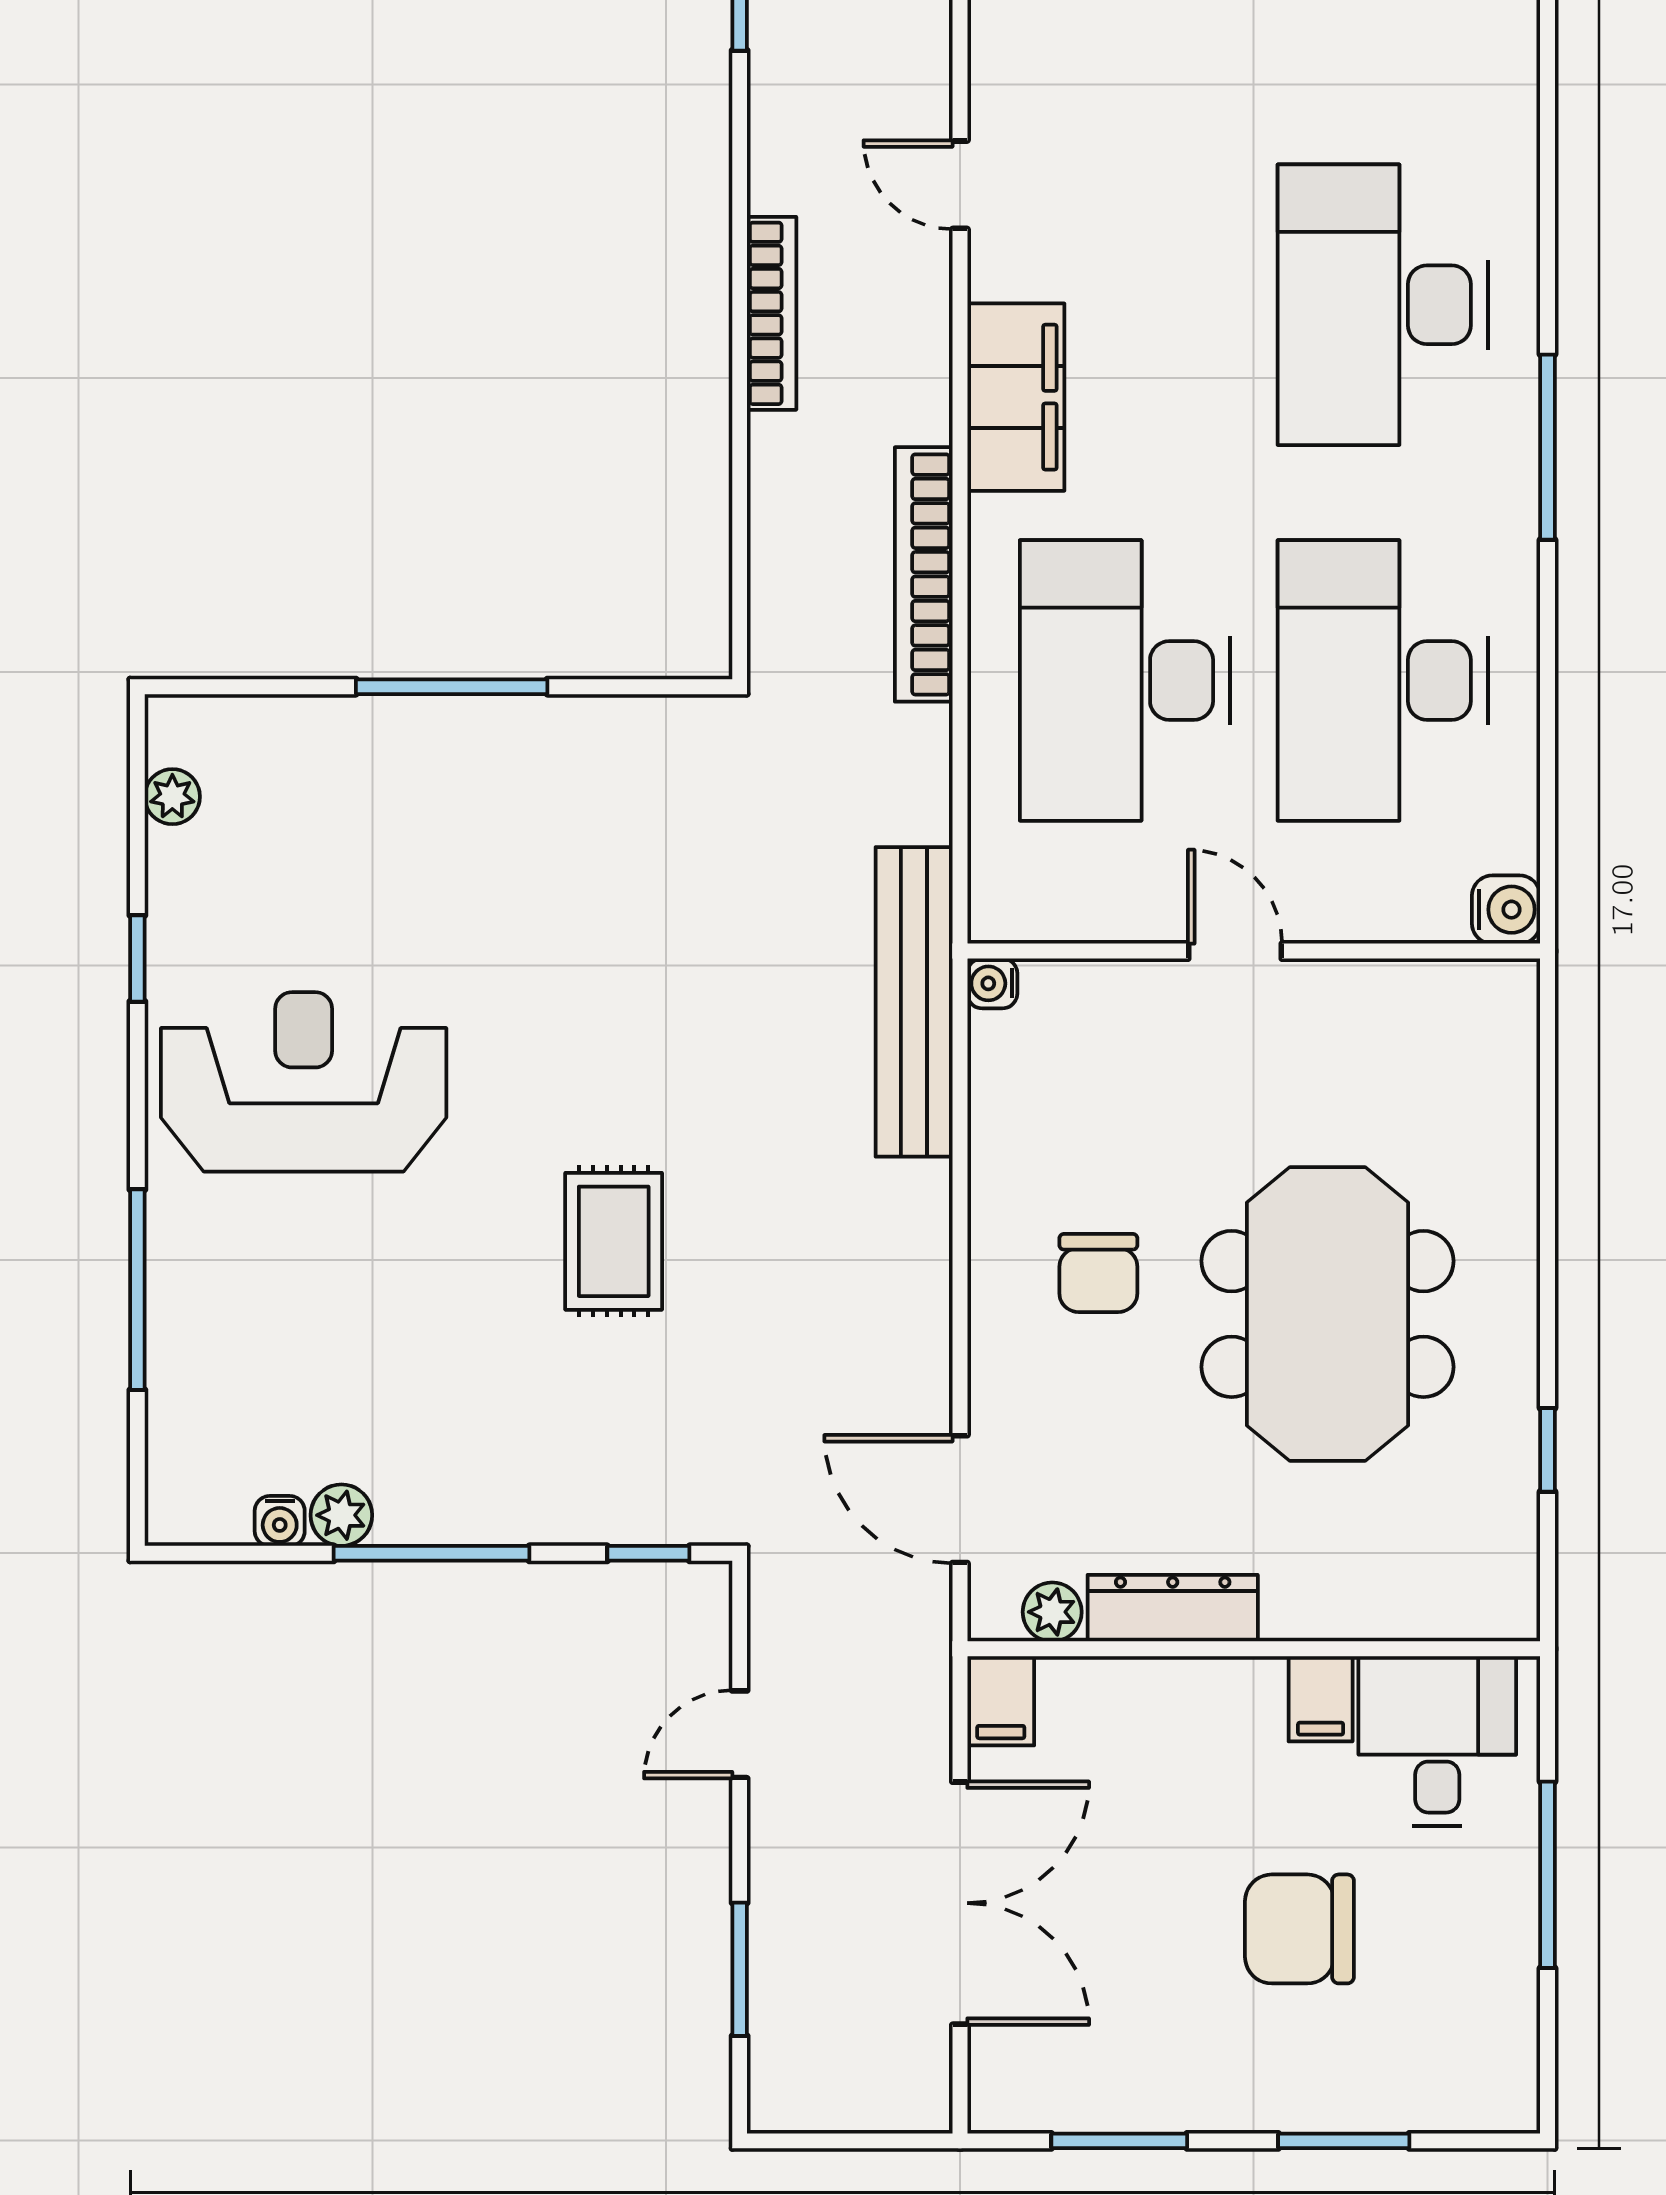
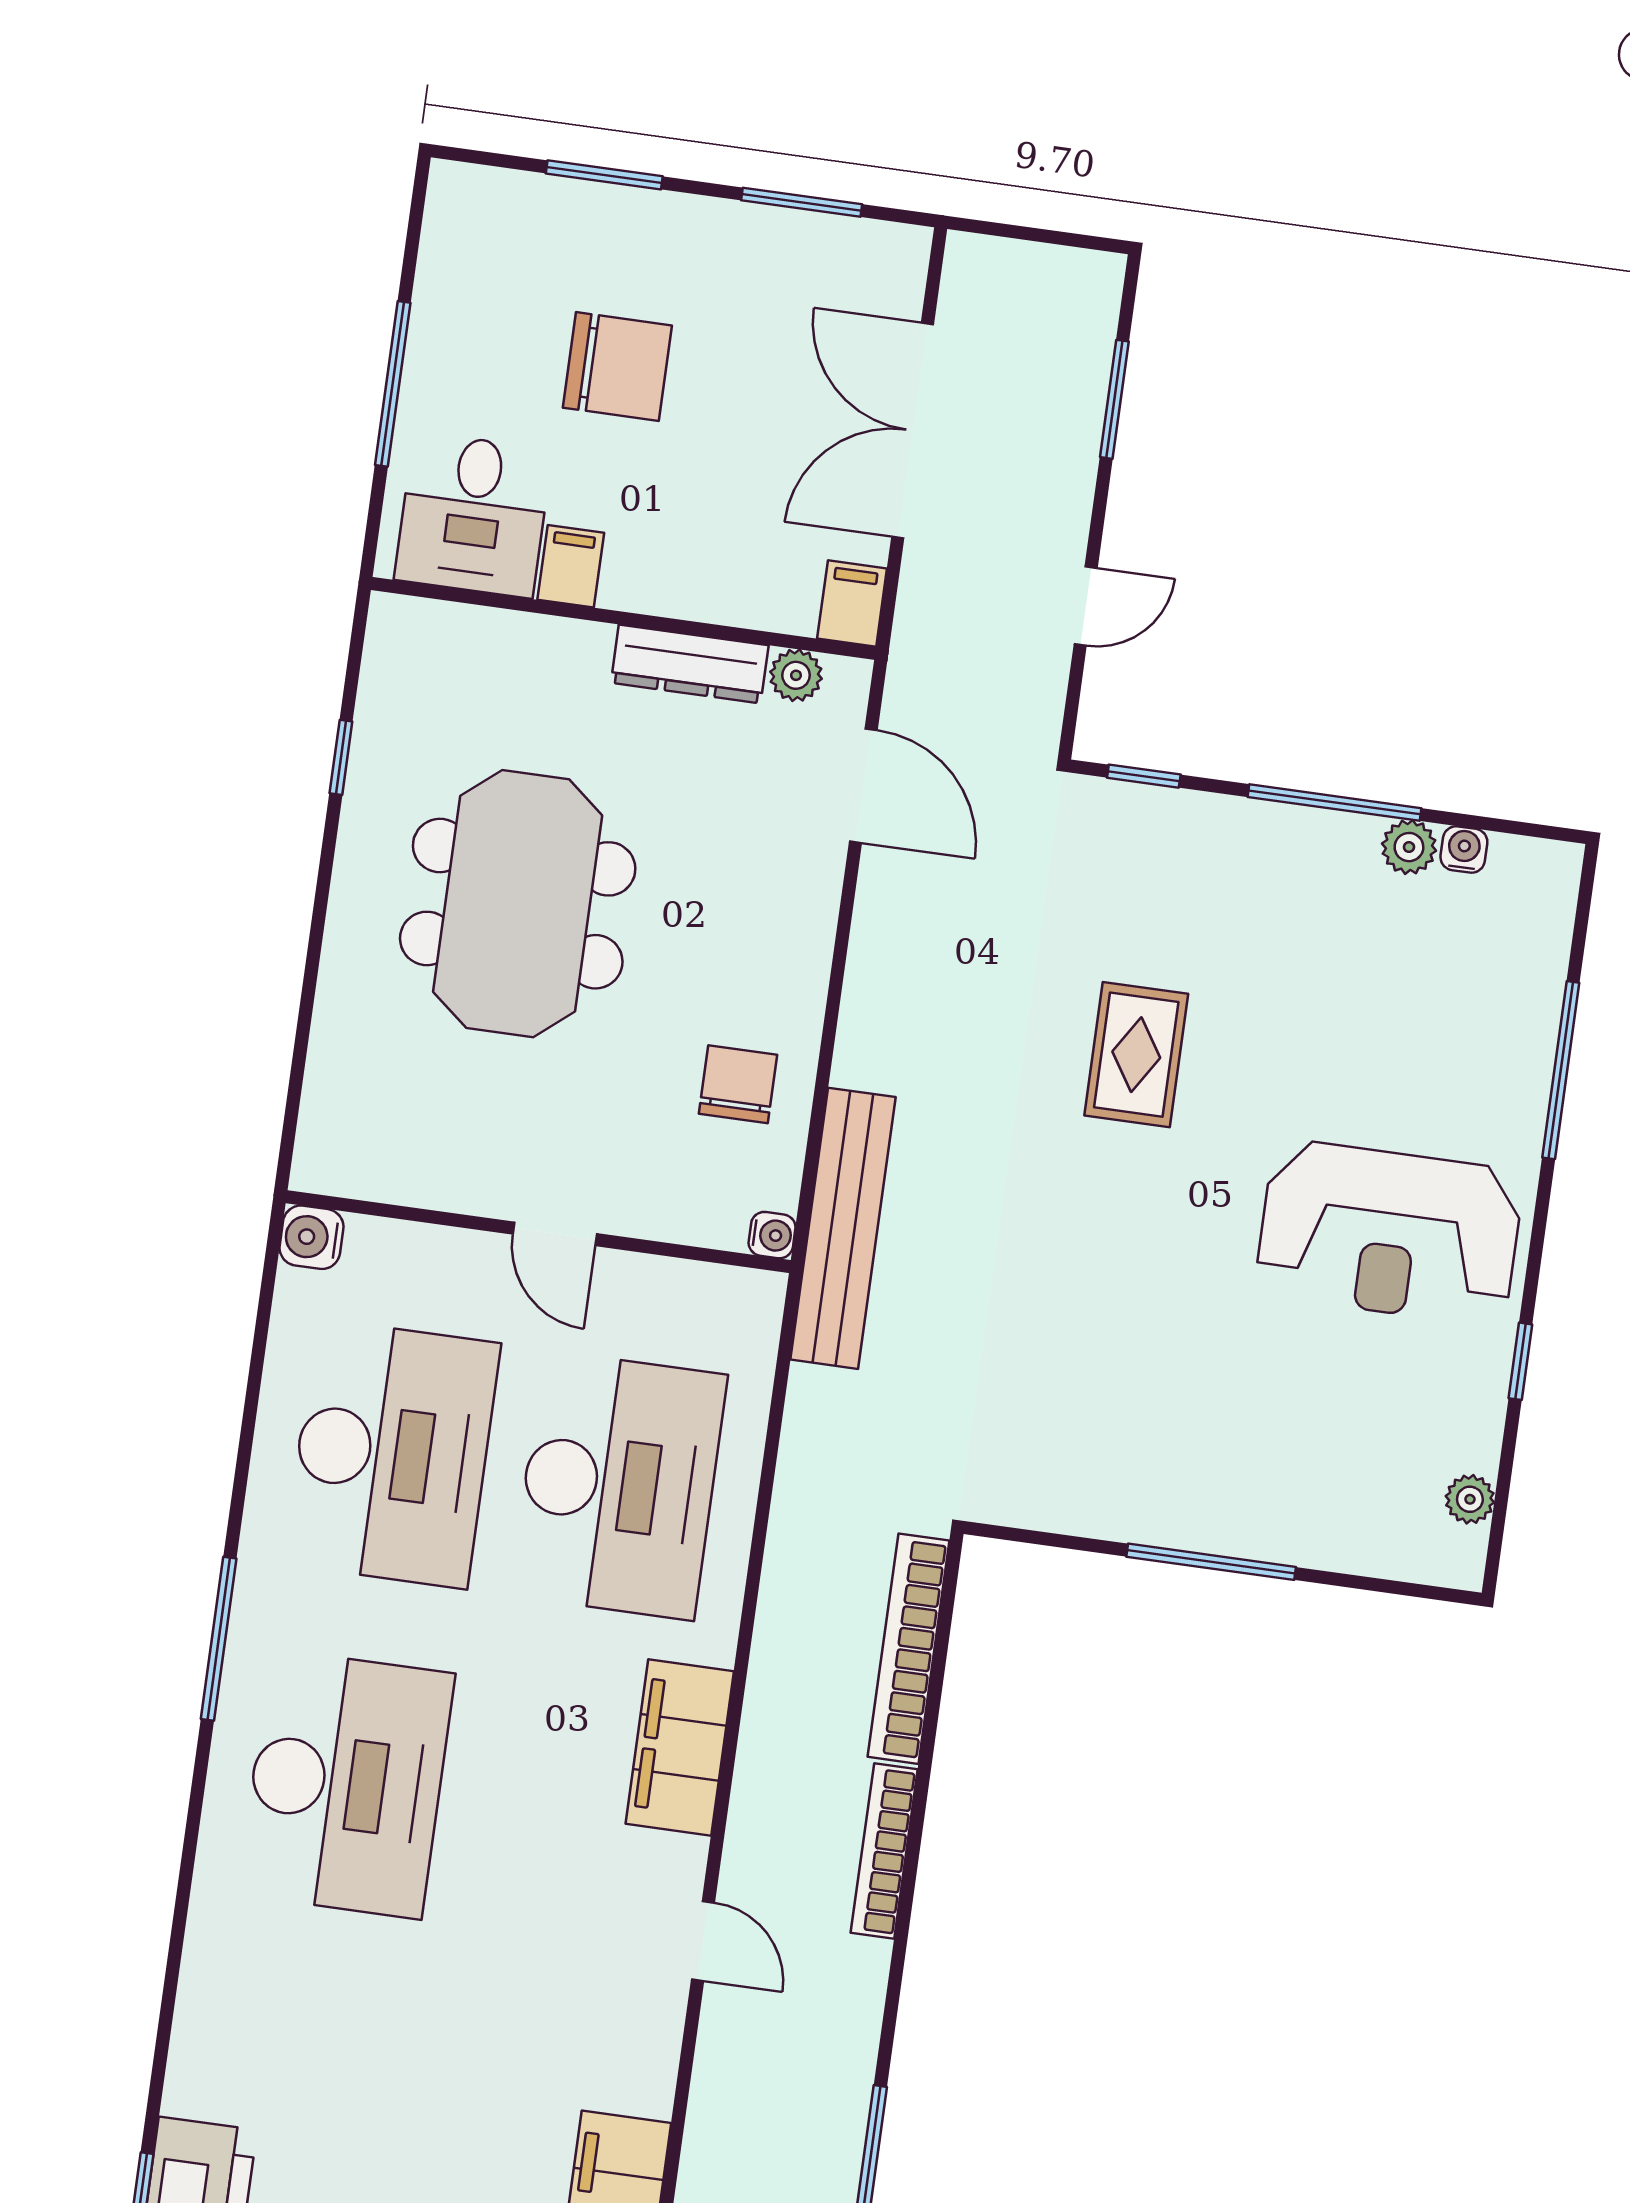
bookcase: (924, 574) -> (909, 1649), moved, turned 180
chair: (1098, 1273) -> (738, 1084), moved

